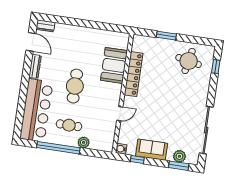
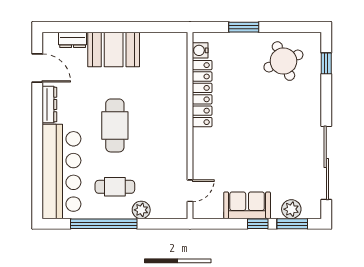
dresser: (45, 26) -> (73, 40), moved
round table: (189, 61) -> (283, 61), turned -34
booth: (114, 65) -> (114, 49), moved, turned 90
door: (120, 114) -> (190, 191), moved
water cooler: (121, 149) -> (200, 50), moved
window: (137, 160) -> (258, 224), moved

